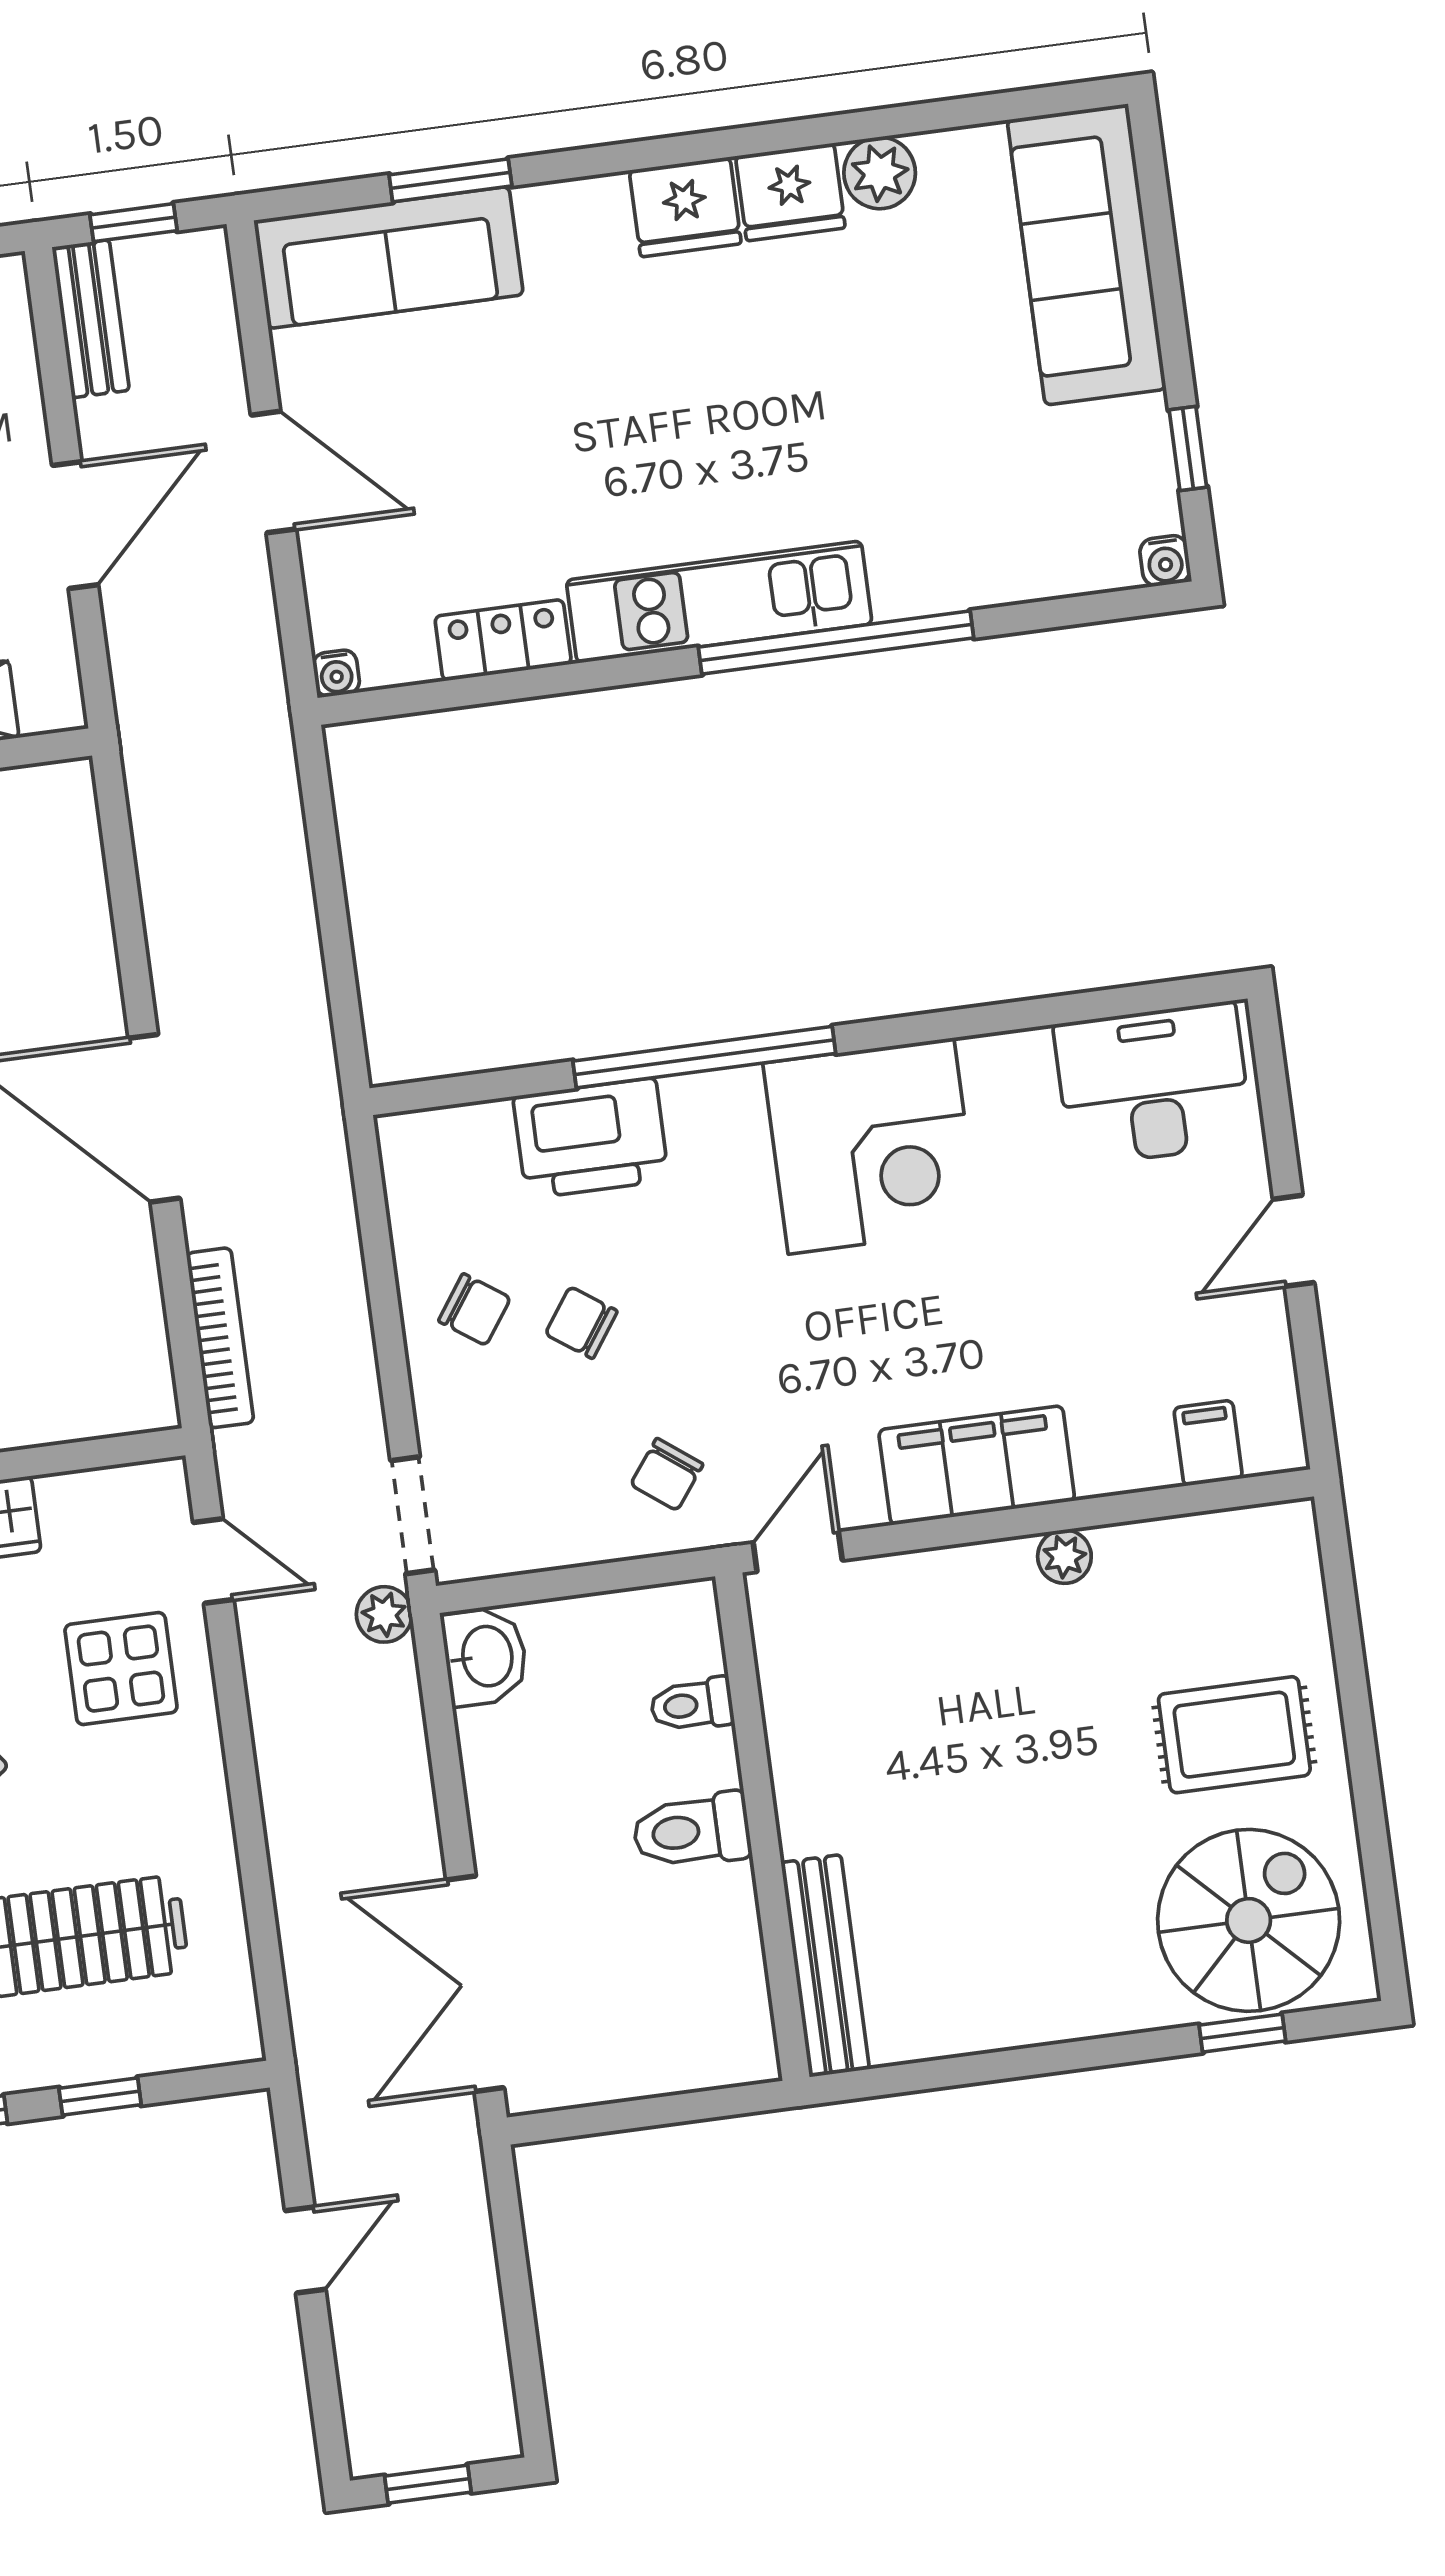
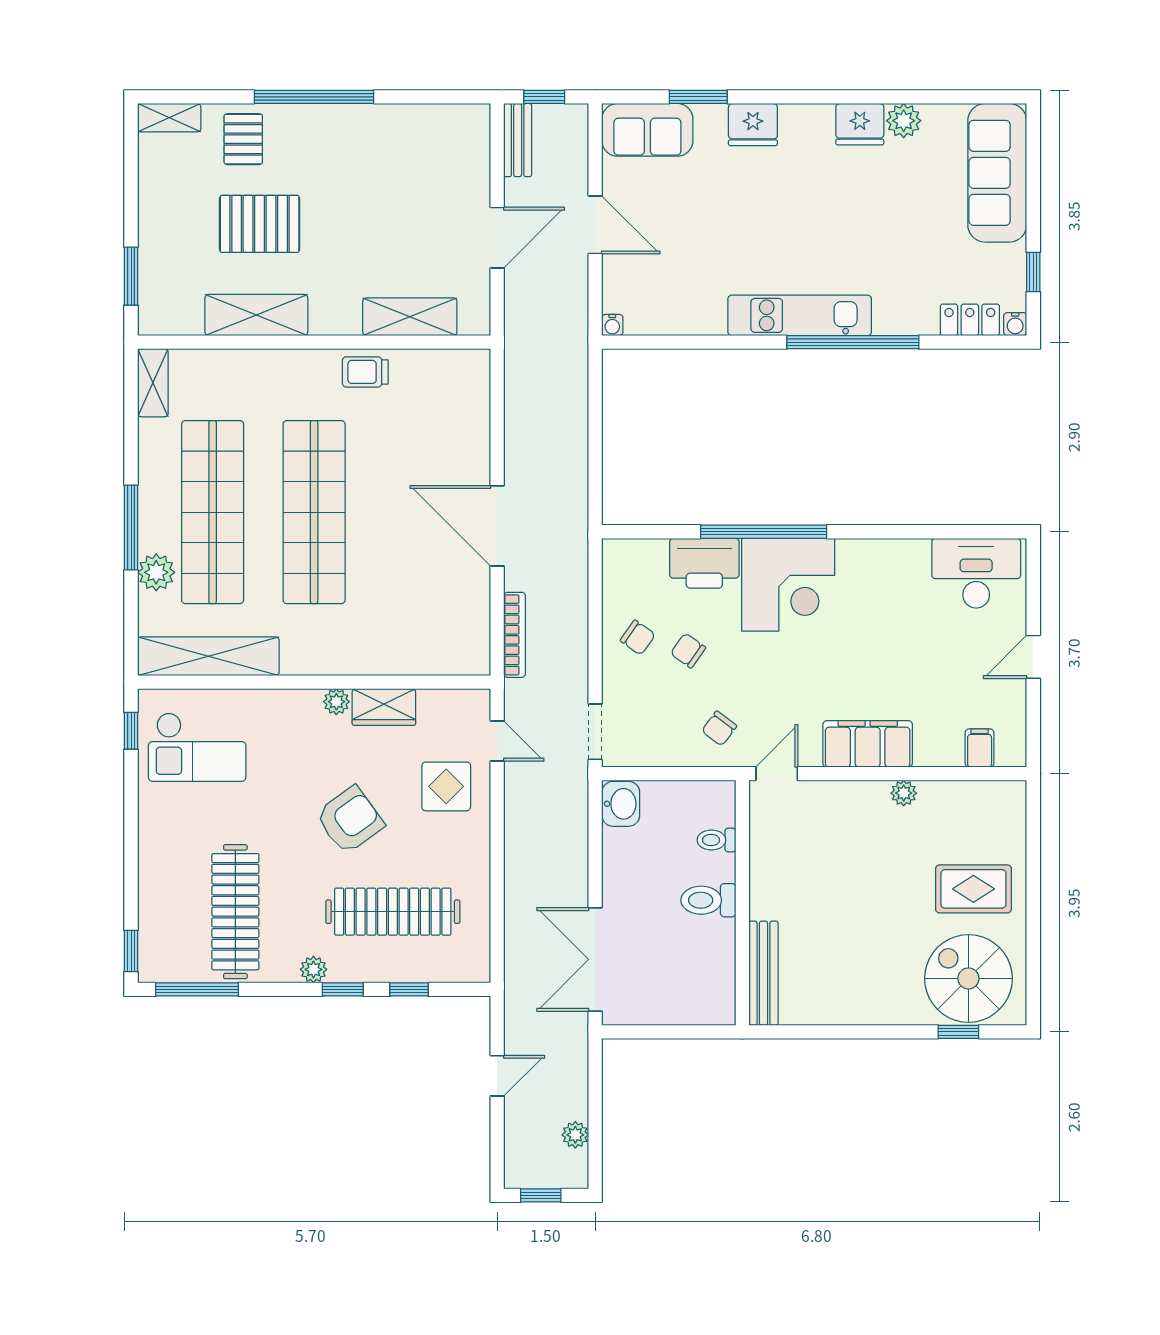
fridge: (685, 207) -> (753, 125), moved
sofa: (389, 258) -> (647, 130), width x0.73
locker: (503, 640) -> (970, 320), moved
corner desk: (871, 1146) -> (788, 585), moved
plant: (384, 1614) -> (575, 1135), moved
spiral stairs: (1249, 1920) -> (968, 978), turned -90

